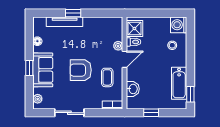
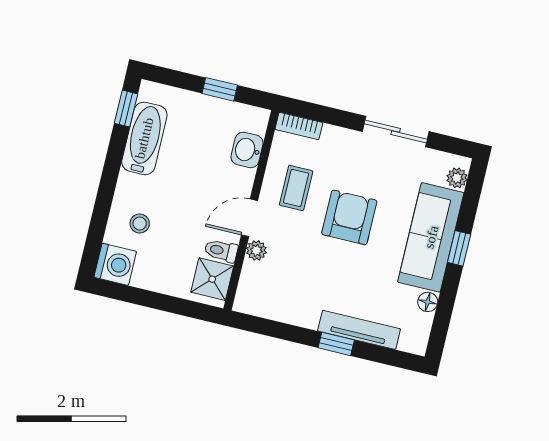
sofa: (43, 70) -> (431, 237), width x1.36
armchair: (81, 70) -> (349, 217), turned -90

